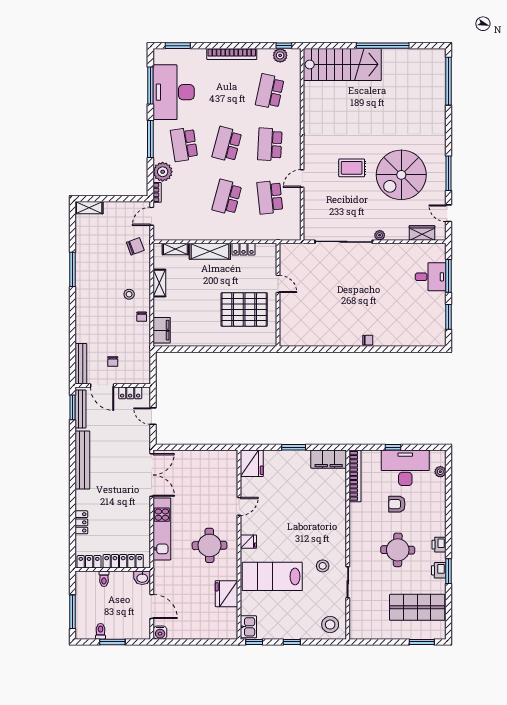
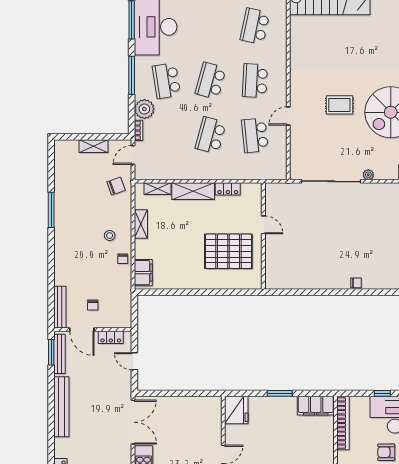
shelving: (89, 208) -> (93, 146), moved

